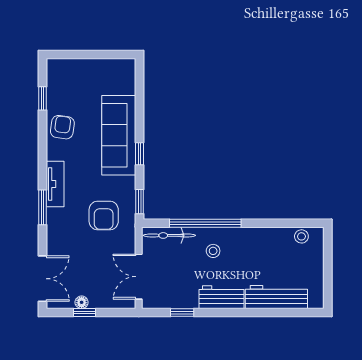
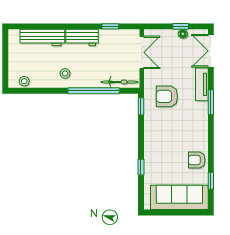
armchair: (62, 127) -> (197, 160), turned 82
sofa: (119, 135) -> (179, 197), moved, turned -90
window: (140, 154) -> (141, 167), moved
tv unit: (55, 184) -> (202, 84), moved
armchair: (104, 216) -> (167, 96), turned -90
stool: (213, 251) -> (65, 74), moved

